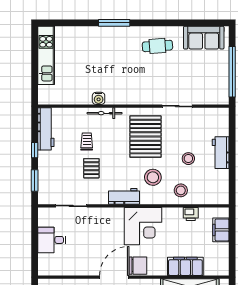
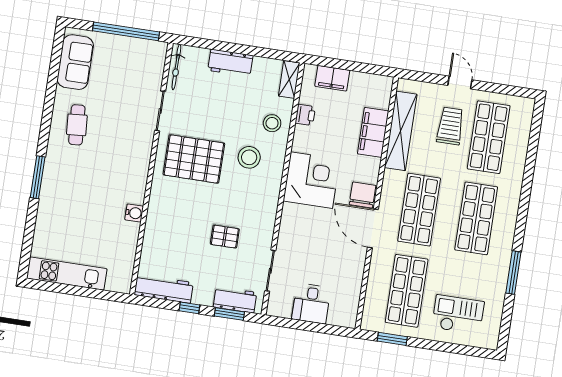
bicycle: (105, 113) -> (176, 67), moved
trolley: (87, 142) -> (189, 237), removed
stool: (188, 159) -> (232, 107), removed
workbench: (124, 196) -> (235, 300), moved, turned 90
shelving: (215, 198) -> (289, 80), added

